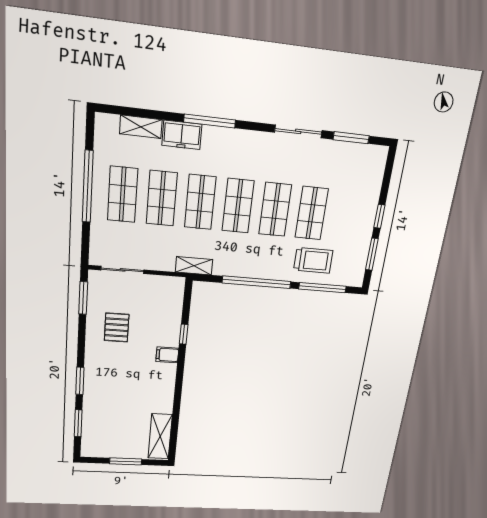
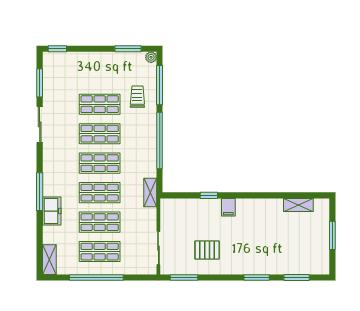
shelving: (141, 127) -> (49, 260), moved
window: (379, 216) -> (57, 49), moved
trolley: (313, 260) -> (137, 97), width x0.73, depth x0.72
plant: (357, 280) -> (151, 57), added
shelving: (160, 436) -> (298, 205), width x0.67, depth x0.75

